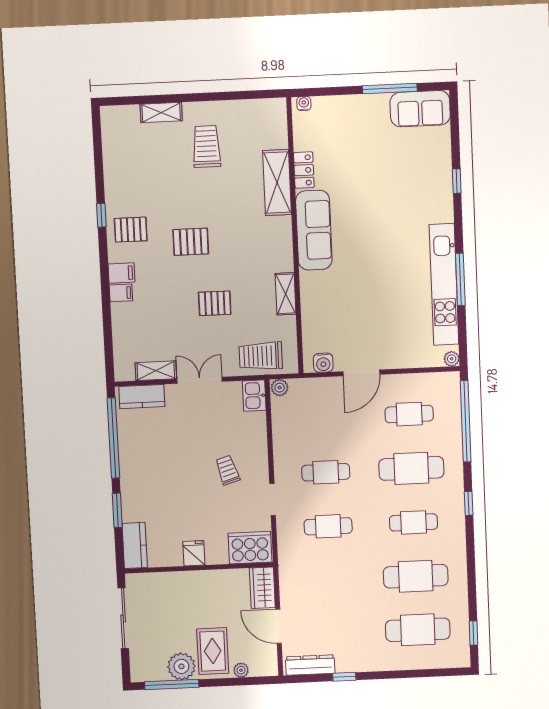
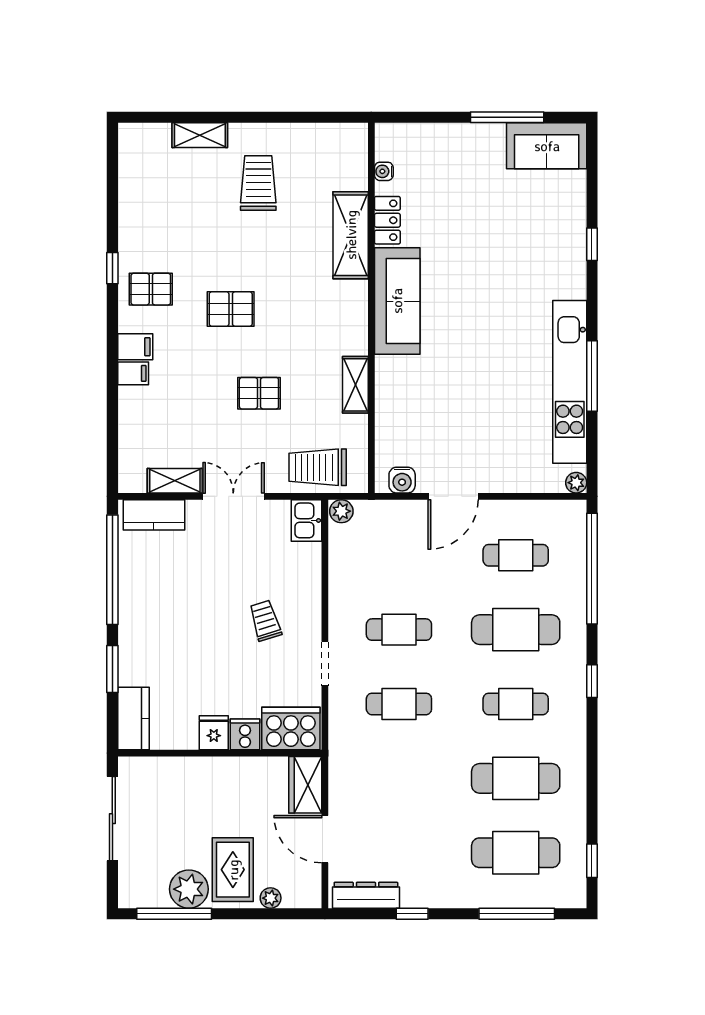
water cooler: (304, 104) -> (384, 171), moved, turned -90
cooker: (217, 553) -> (245, 734), added
window: (420, 673) -> (517, 914), added

